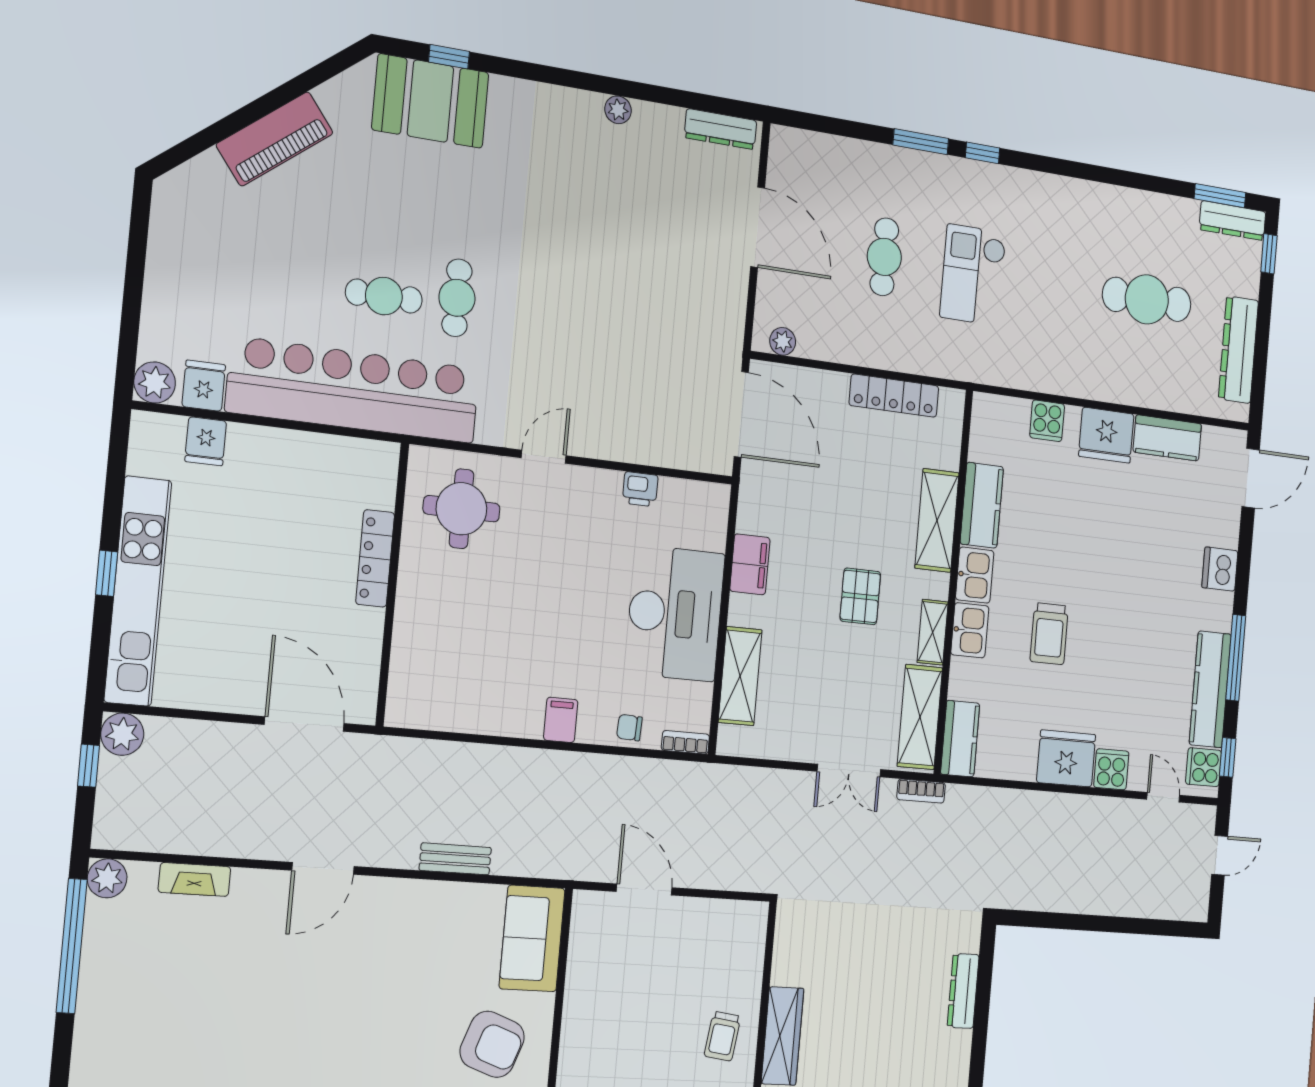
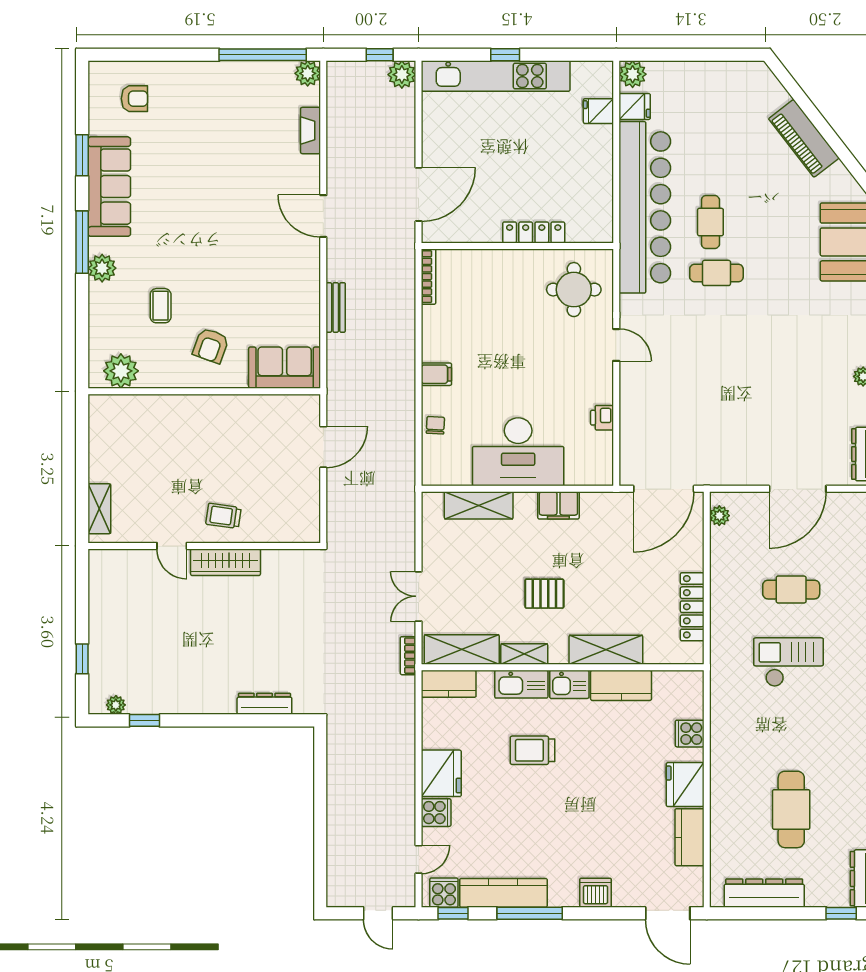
kitchen sink: (970, 630) -> (521, 684), width x1.38
bookcase: (685, 742) -> (429, 277), moved, width x1.56
armchair: (492, 1044) -> (211, 346), width x0.72, depth x0.72

